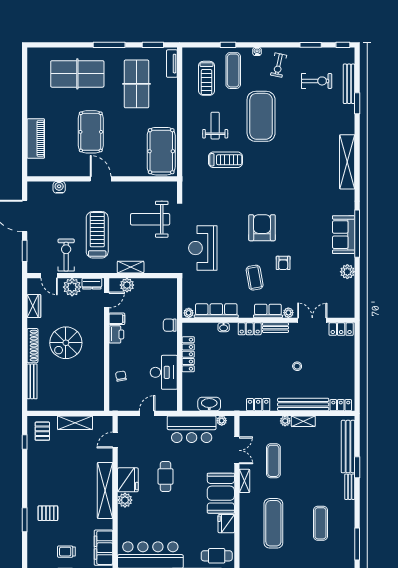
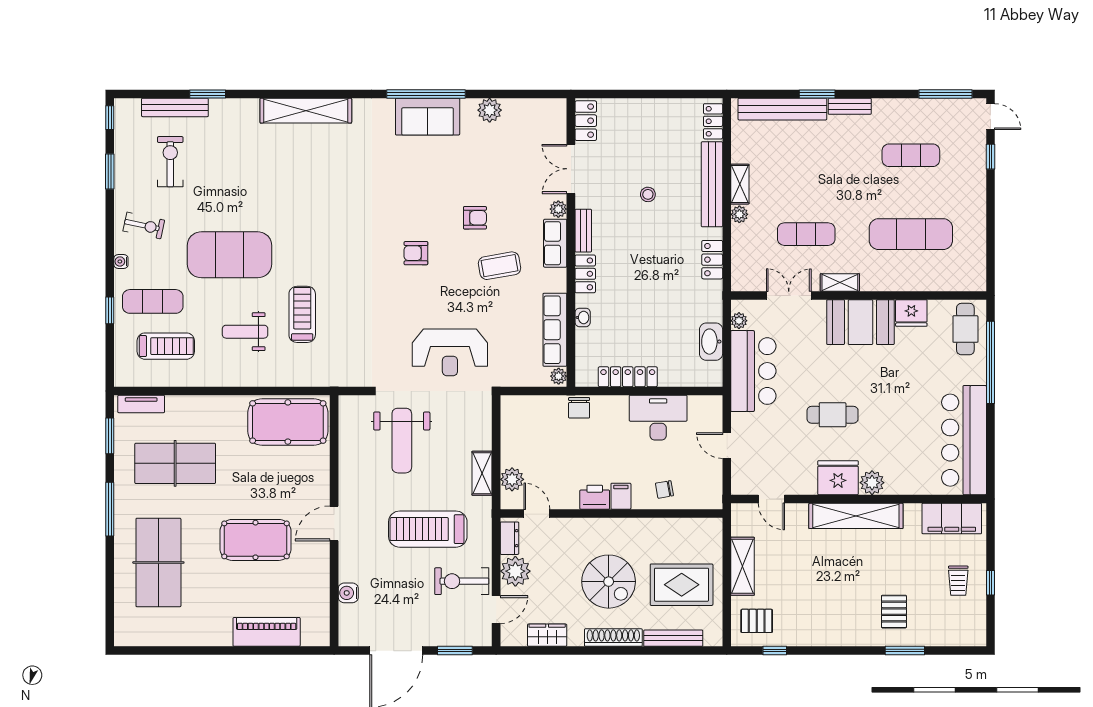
armchair: (262, 228) -> (416, 253), width x0.53, depth x0.53
filing cabinet: (117, 319) -> (621, 496), moved
rug: (64, 386) -> (682, 585), added

